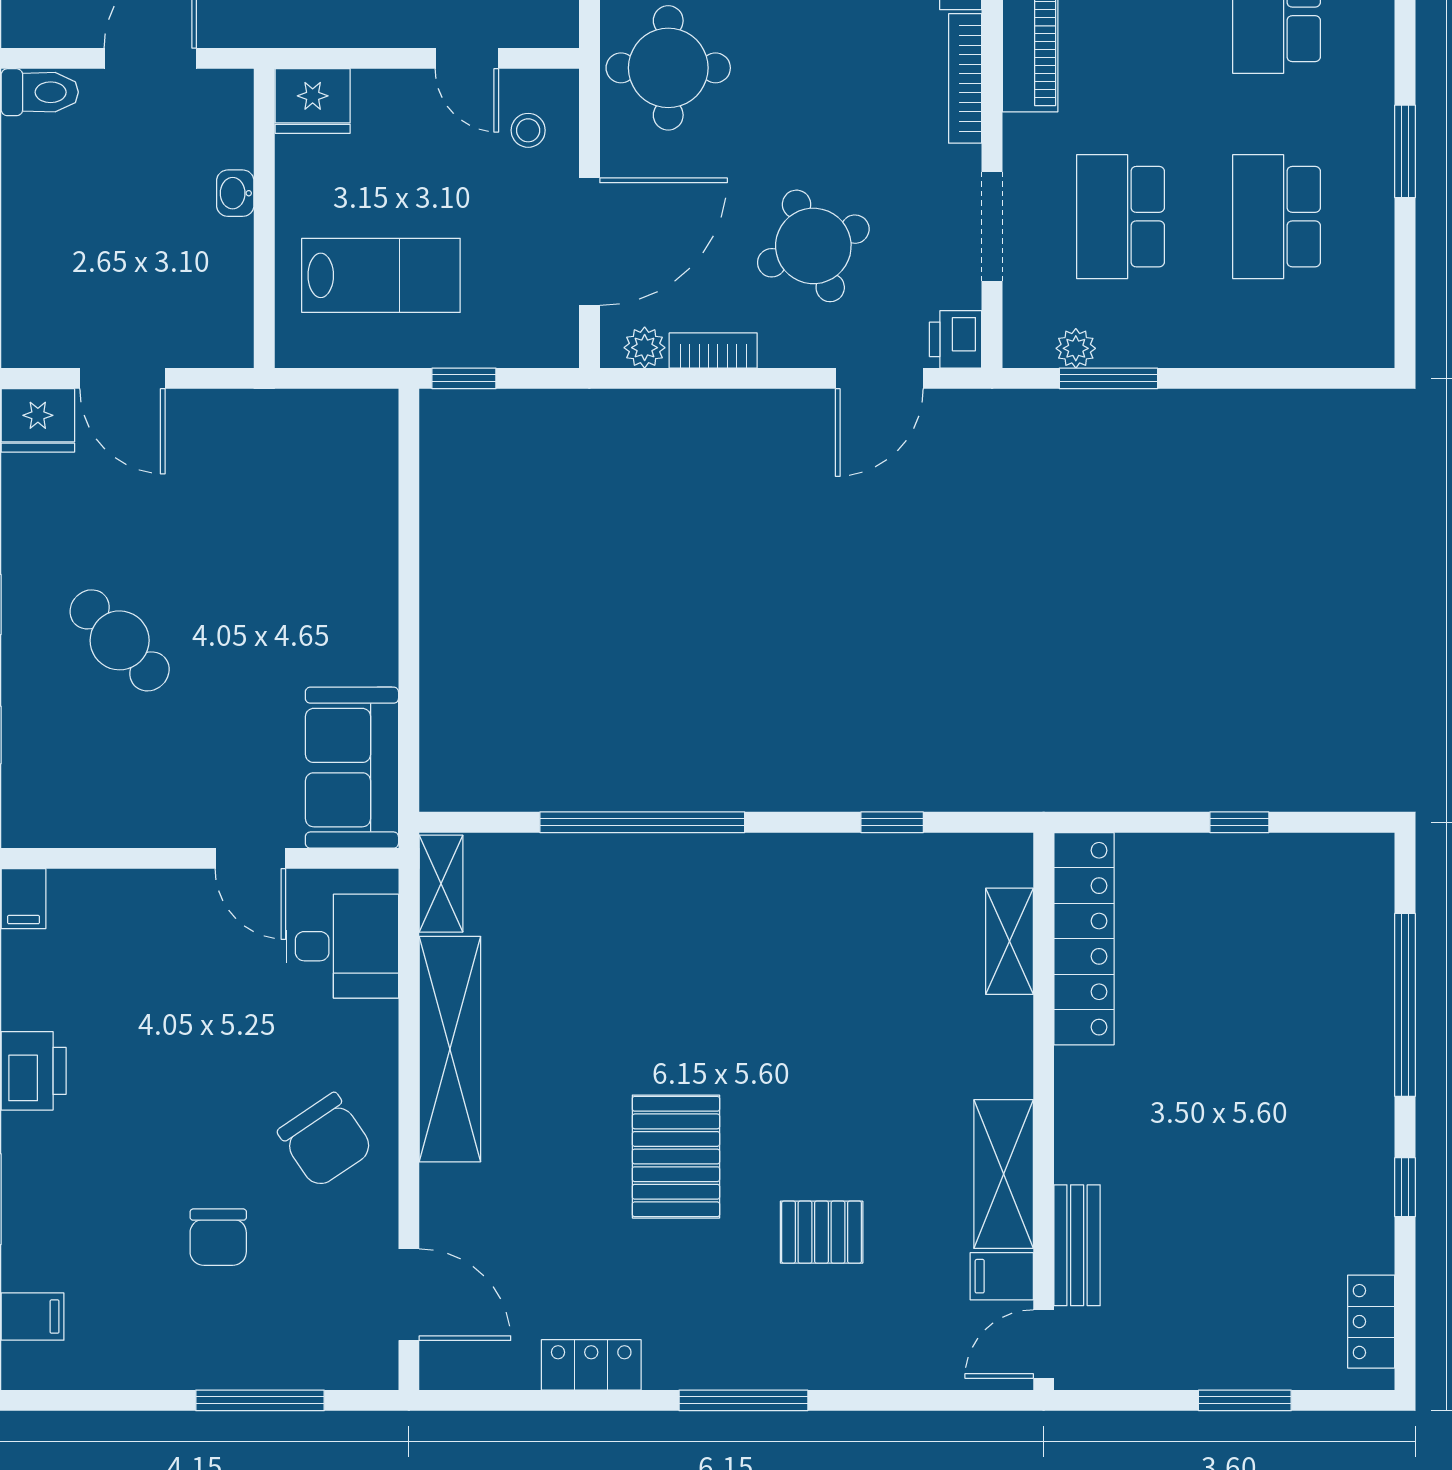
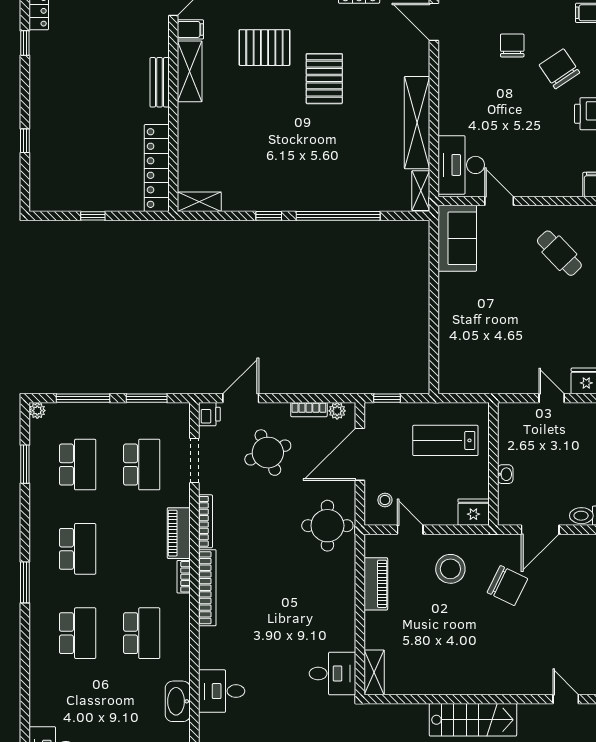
window: (1405, 151) -> (25, 464), moved
plant: (1076, 348) -> (37, 411), moved
door: (122, 378) -> (552, 398), width x0.73
window: (464, 378) -> (387, 398), moved
window: (1263, 378) -> (83, 398), added
cafe table: (120, 640) -> (559, 253), moved
window: (892, 822) -> (269, 216), moved
shelving: (1009, 941) -> (199, 202), moved, turned 90
desk: (342, 946) -> (461, 165), width x1.37
window: (1405, 1005) -> (25, 141), width x0.32
chair: (325, 1140) -> (559, 69), moved
window: (1405, 1187) -> (25, 43), moved
pallet: (822, 1232) -> (264, 48), width x1.50, depth x1.42
bench: (1077, 1245) -> (160, 82), moved

